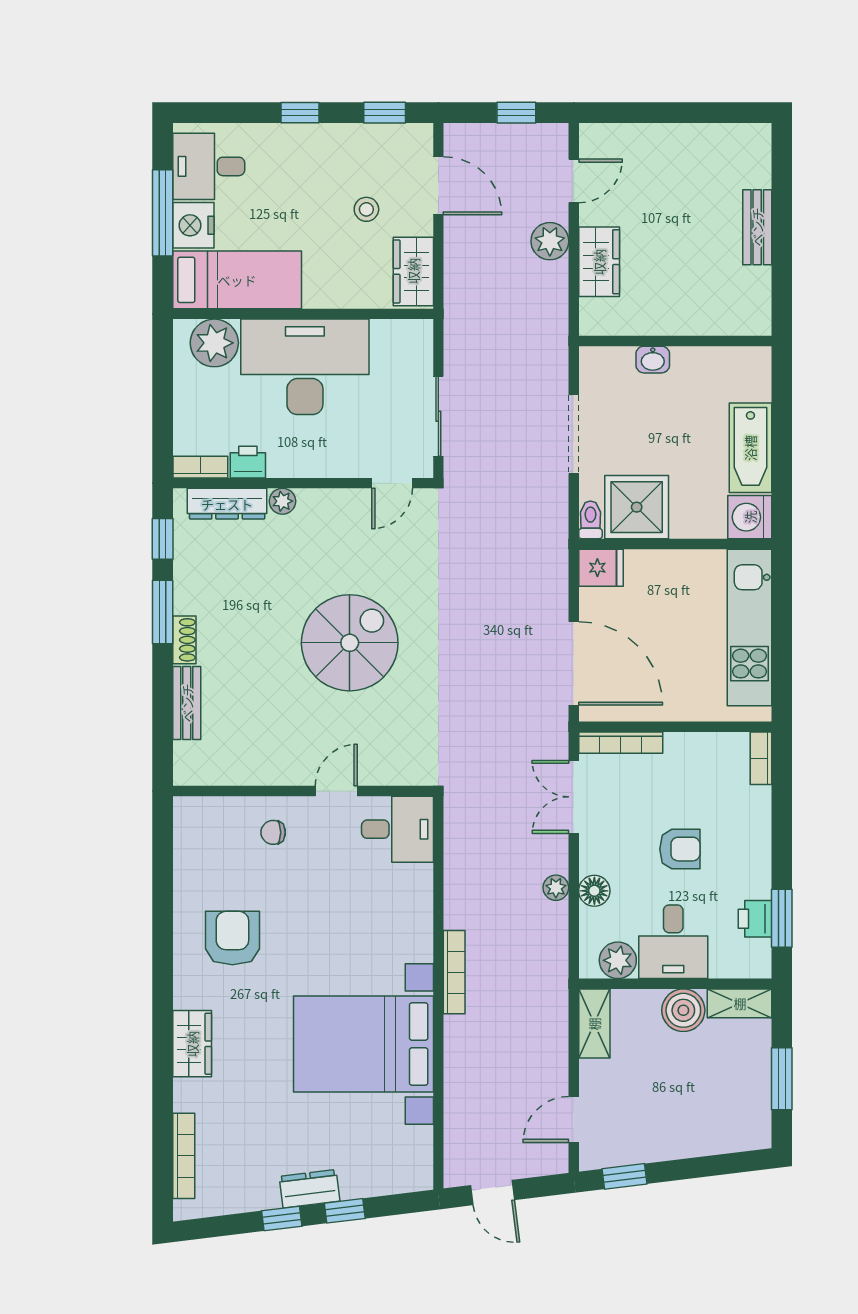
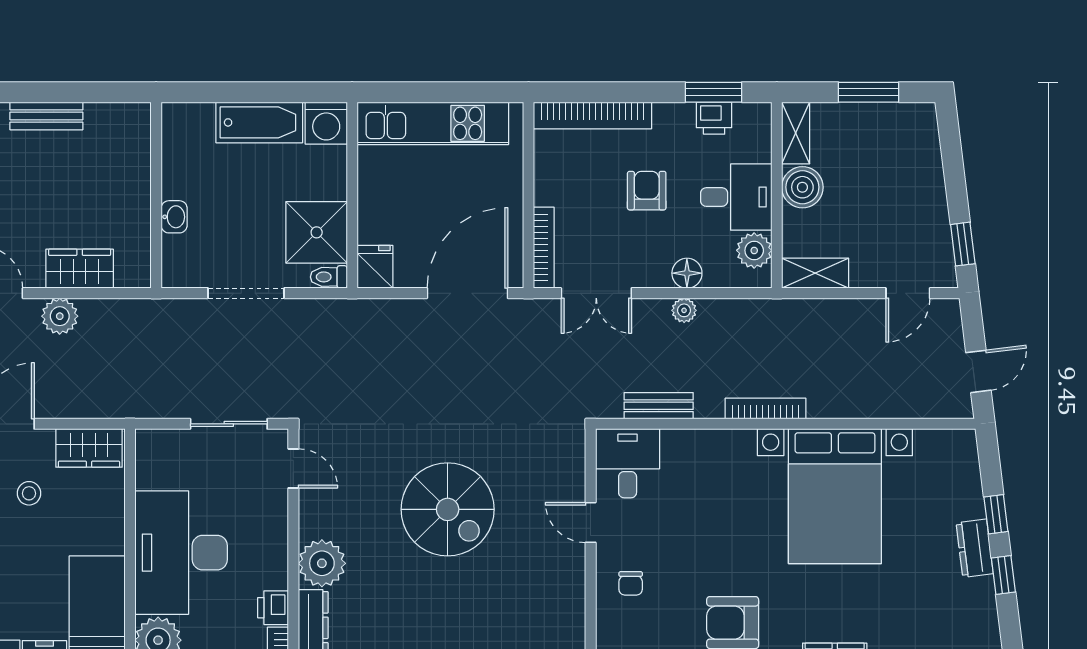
plant: (282, 501) -> (322, 563), width x1.88, depth x1.88
spiral stairs: (350, 643) -> (448, 509), turned 180
bookcase: (761, 758) -> (593, 115), width x2.31, depth x1.31
bench: (457, 861) -> (659, 406), added
door: (574, 1119) -> (908, 293), hinge flipped

